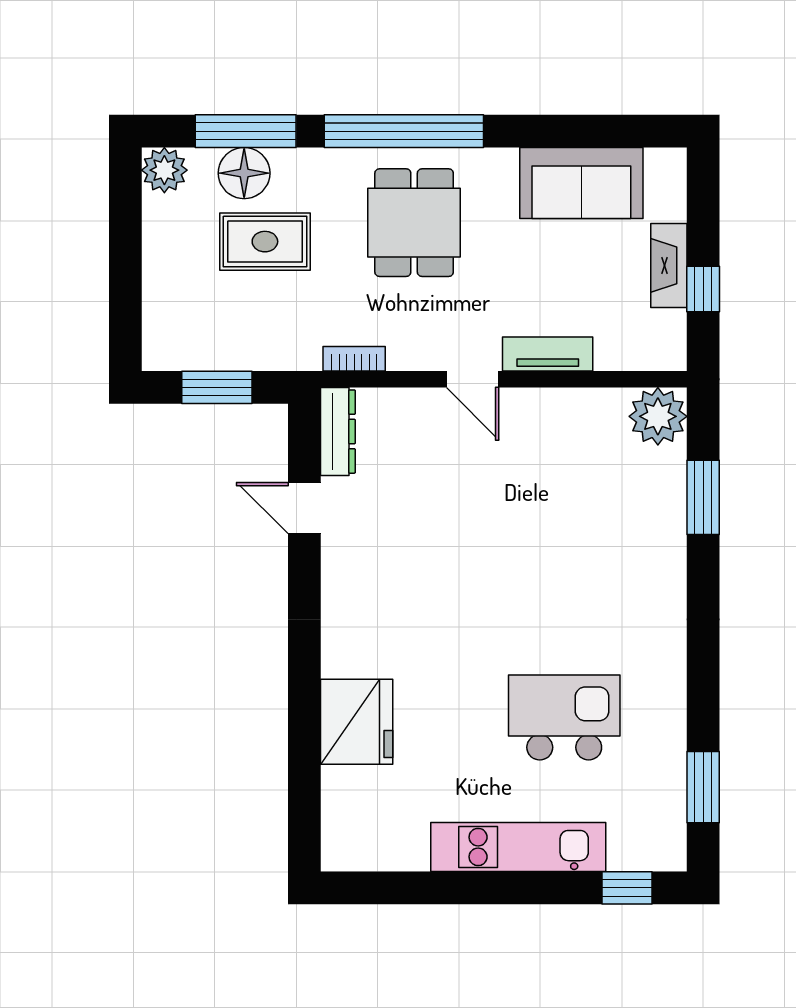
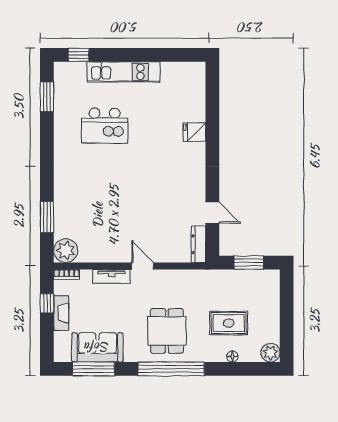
window: (246, 131) -> (93, 369), moved
floor lamp: (244, 173) -> (232, 356), width x0.53, depth x0.53
bookcase: (354, 359) -> (67, 274), moved
fridge: (357, 722) -> (194, 132), width x0.53, depth x0.75

